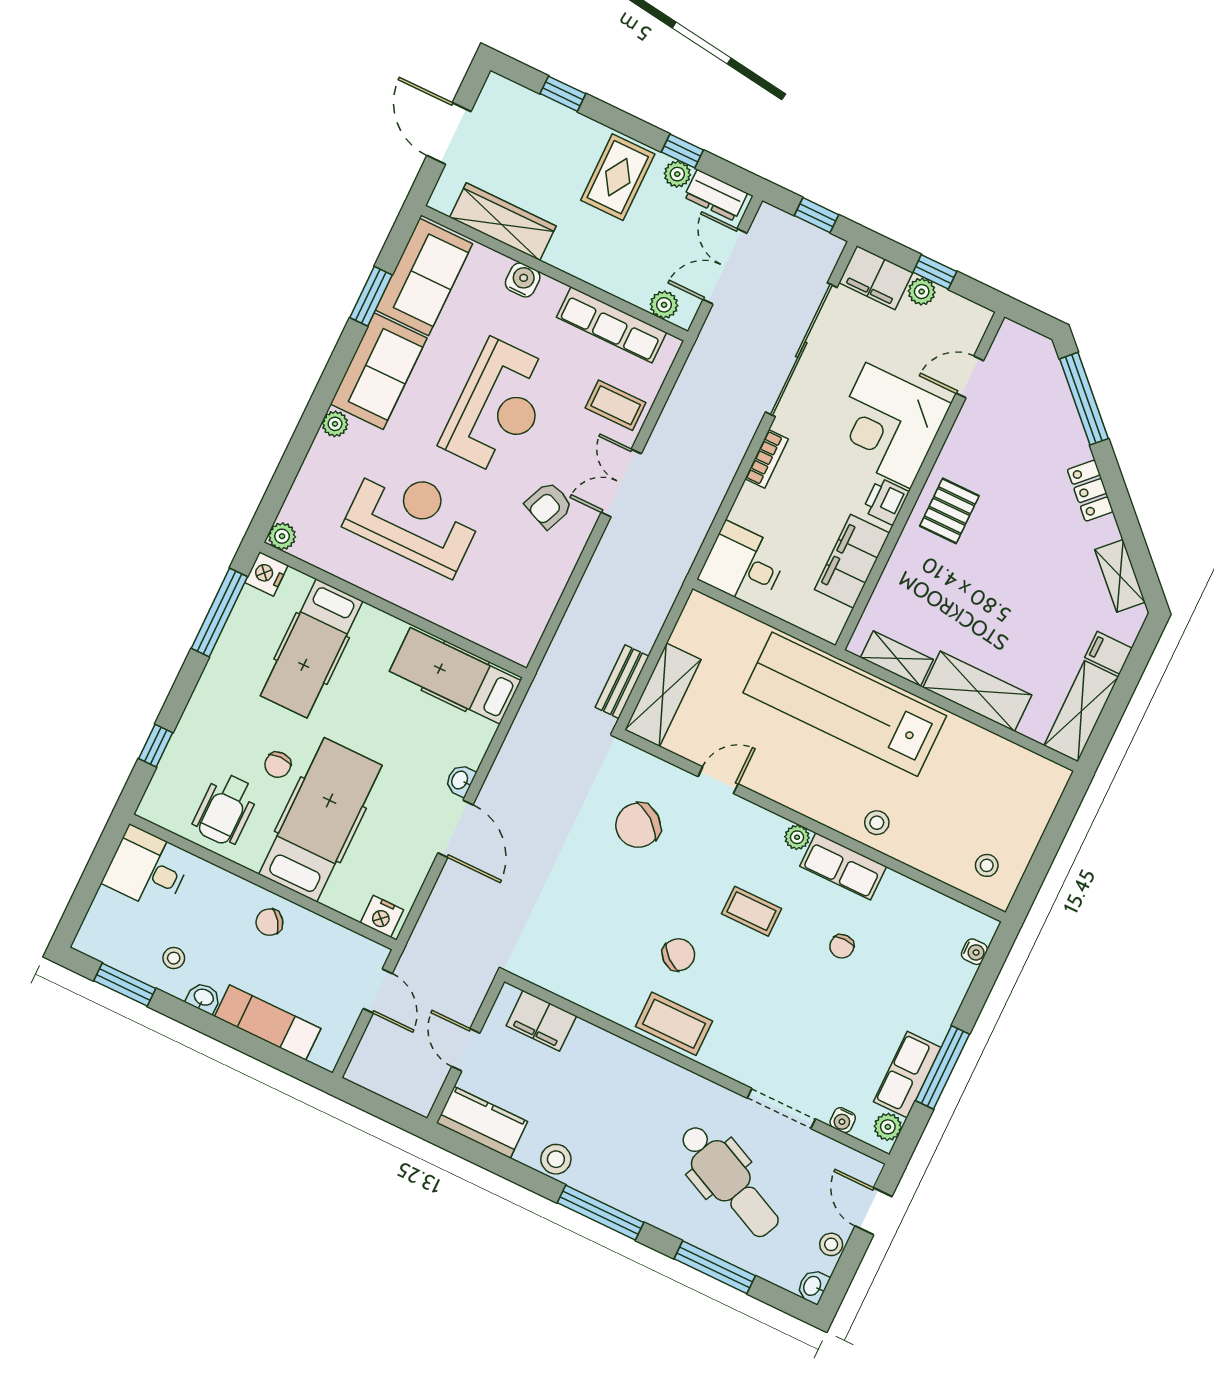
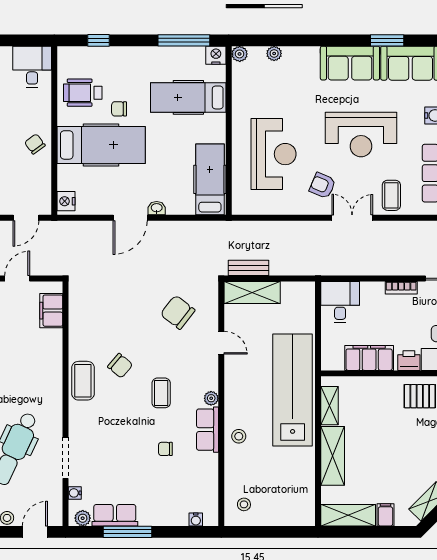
plant: (335, 424) -> (274, 53), moved
reception desk: (413, 519) -> (274, 154), moved

